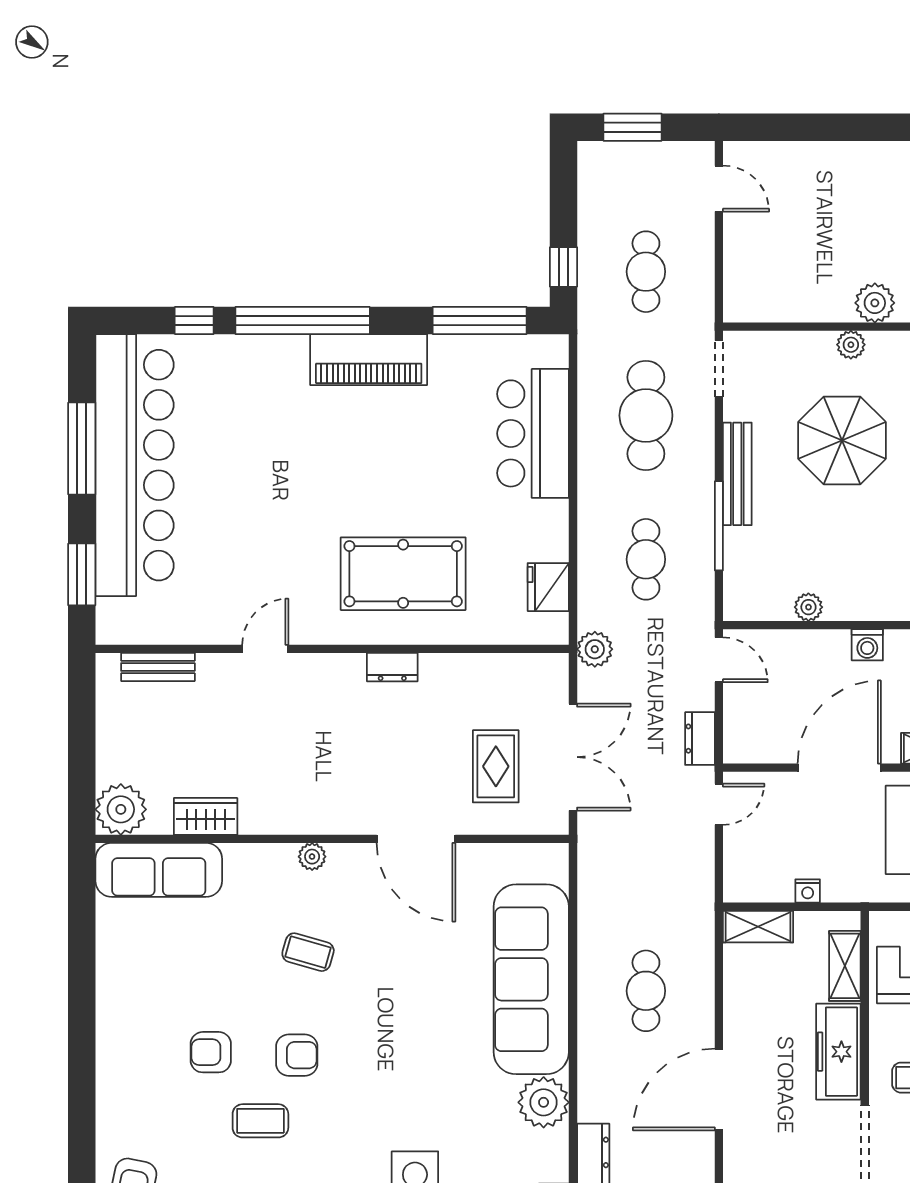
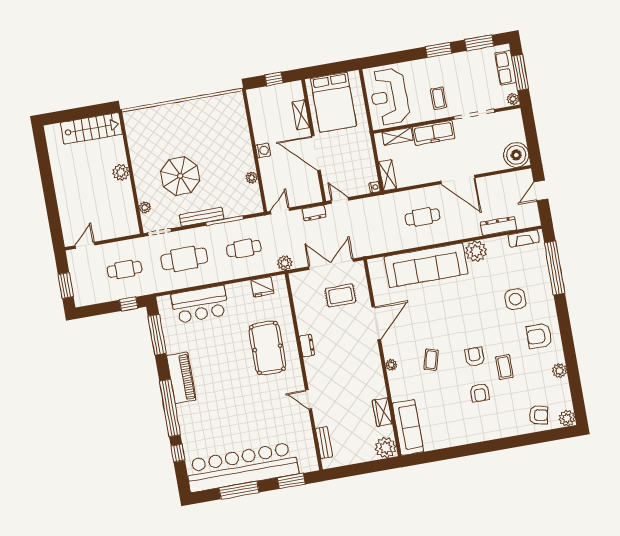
plant: (851, 345) -> (145, 207), moved
nightstand: (808, 891) -> (375, 187), moved

